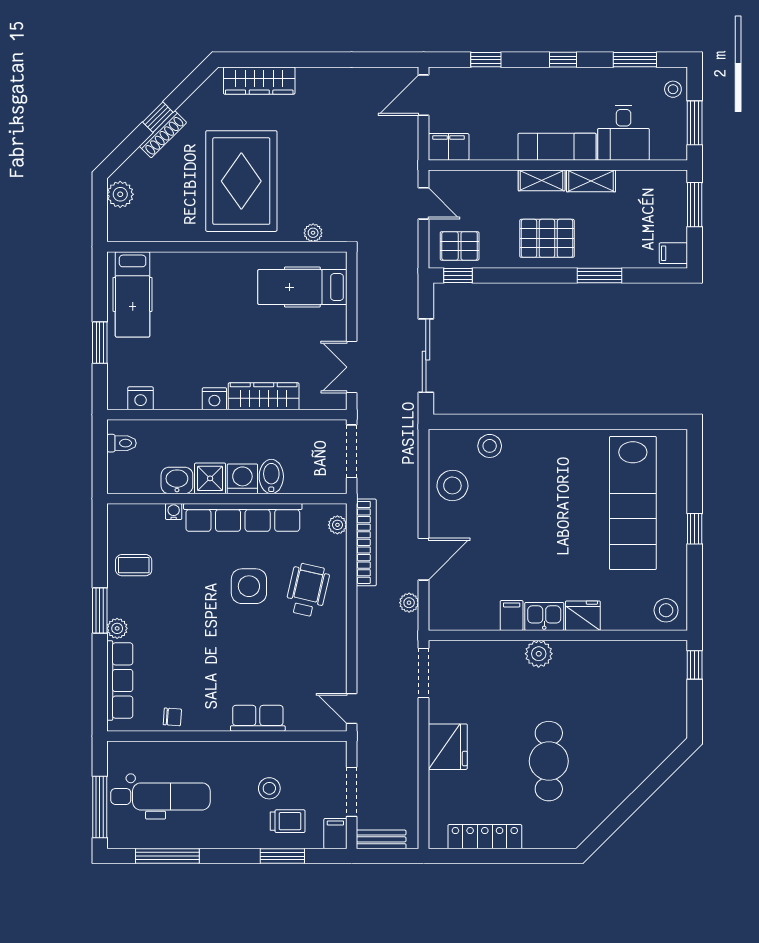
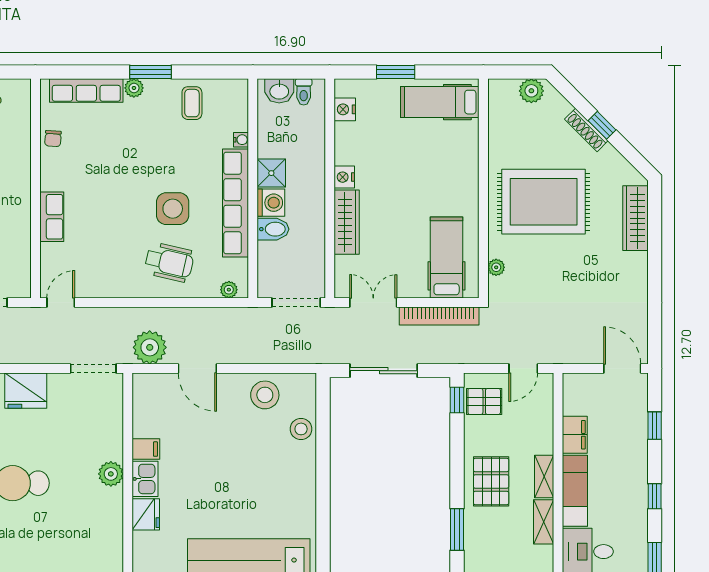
filing cabinet: (449, 147) -> (575, 435), moved
pallet: (460, 246) -> (484, 401), turned 90
washbasin: (177, 480) -> (279, 91), moved, turned 90
bookcase: (366, 542) -> (439, 316), moved
plant: (409, 603) -> (150, 347), width x1.87, depth x1.87

